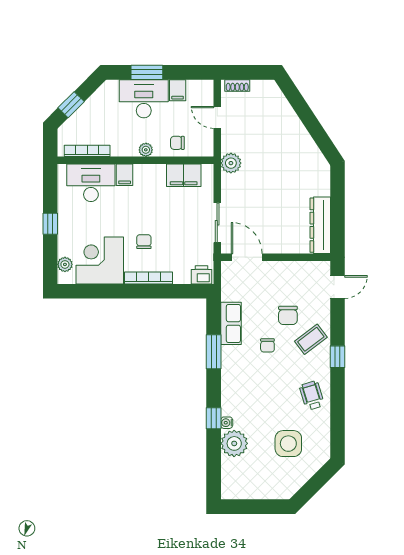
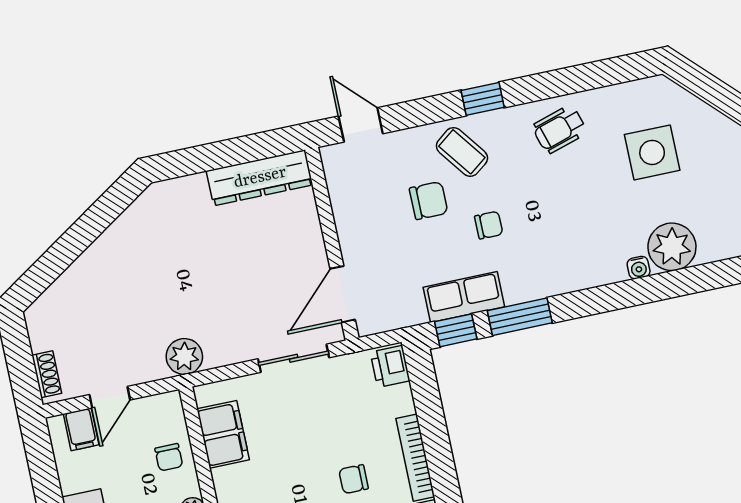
filing cabinet: (178, 90) -> (81, 429), moved, turned 90
window: (214, 418) -> (456, 330), moved

